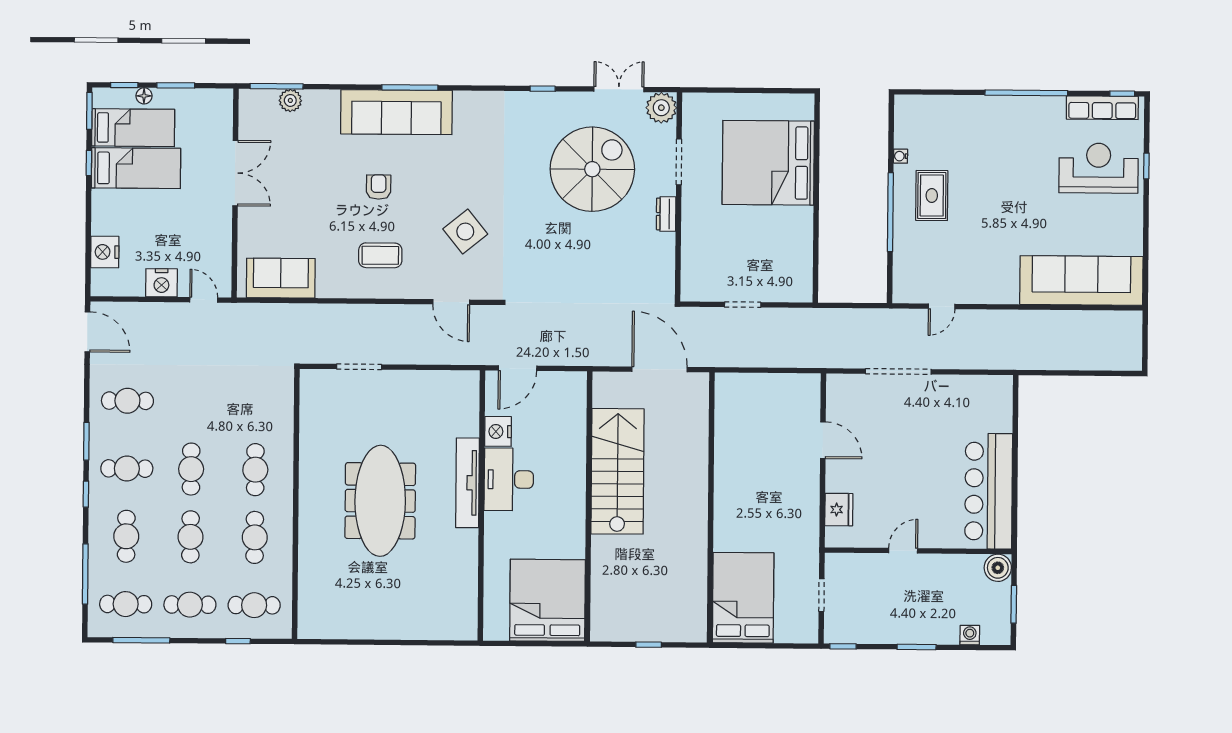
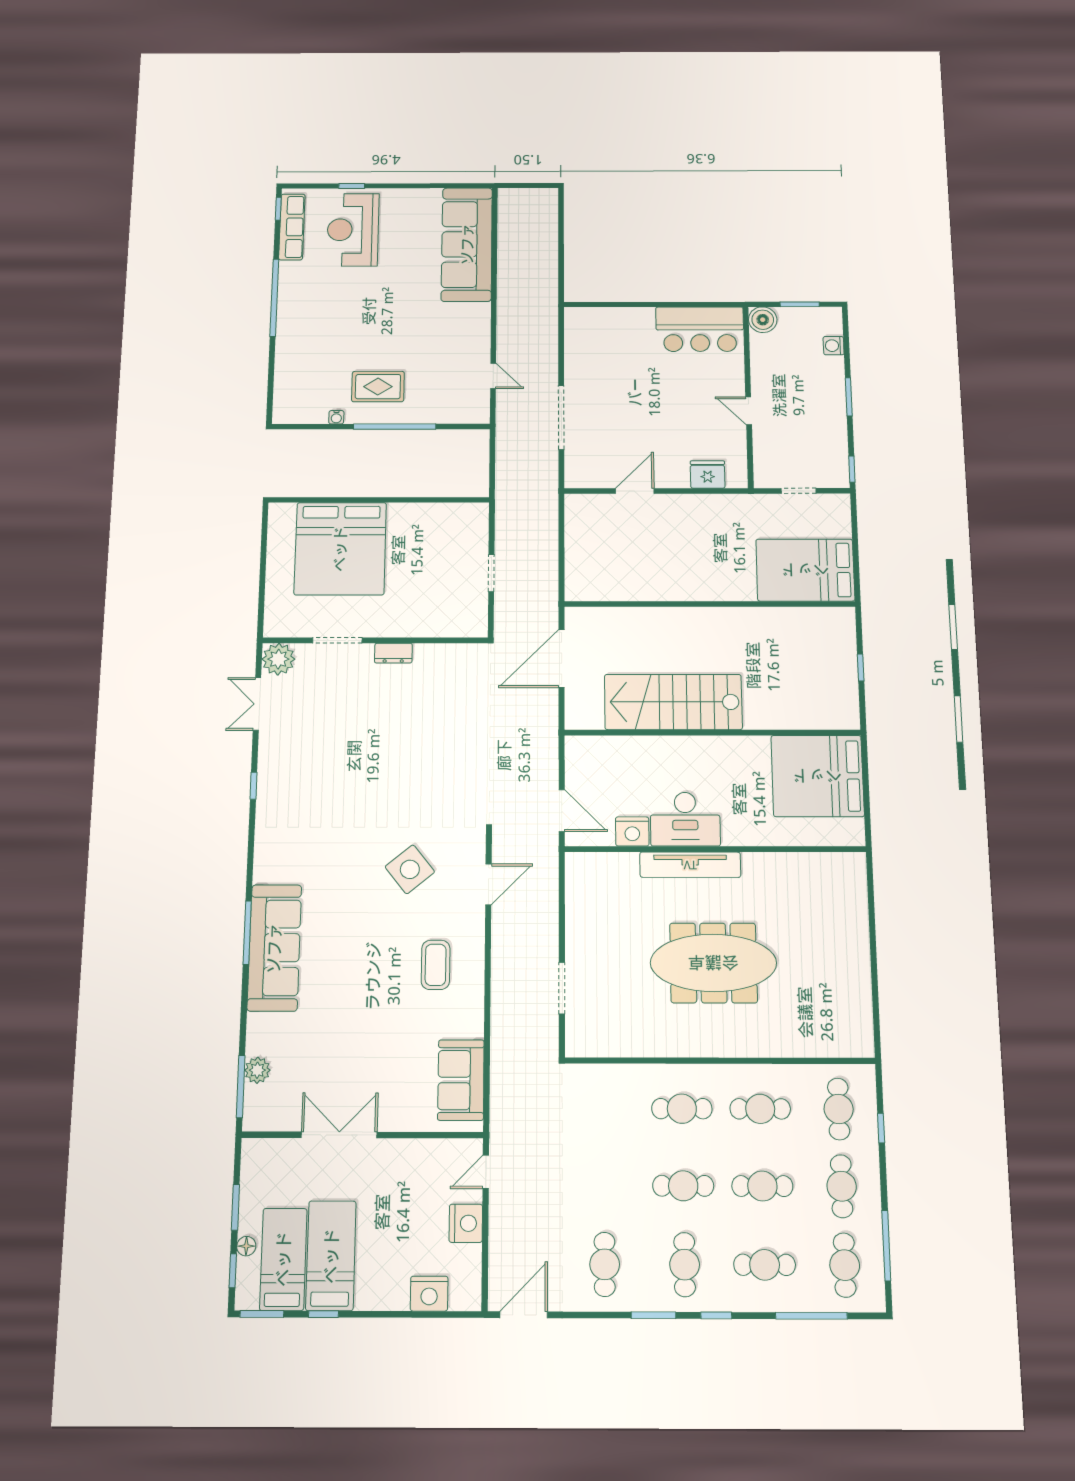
spiral stairs: (592, 169) -> (343, 731), removed
armchair: (379, 187) -> (358, 967), removed
bar counter: (989, 491) -> (700, 329), width x0.73

